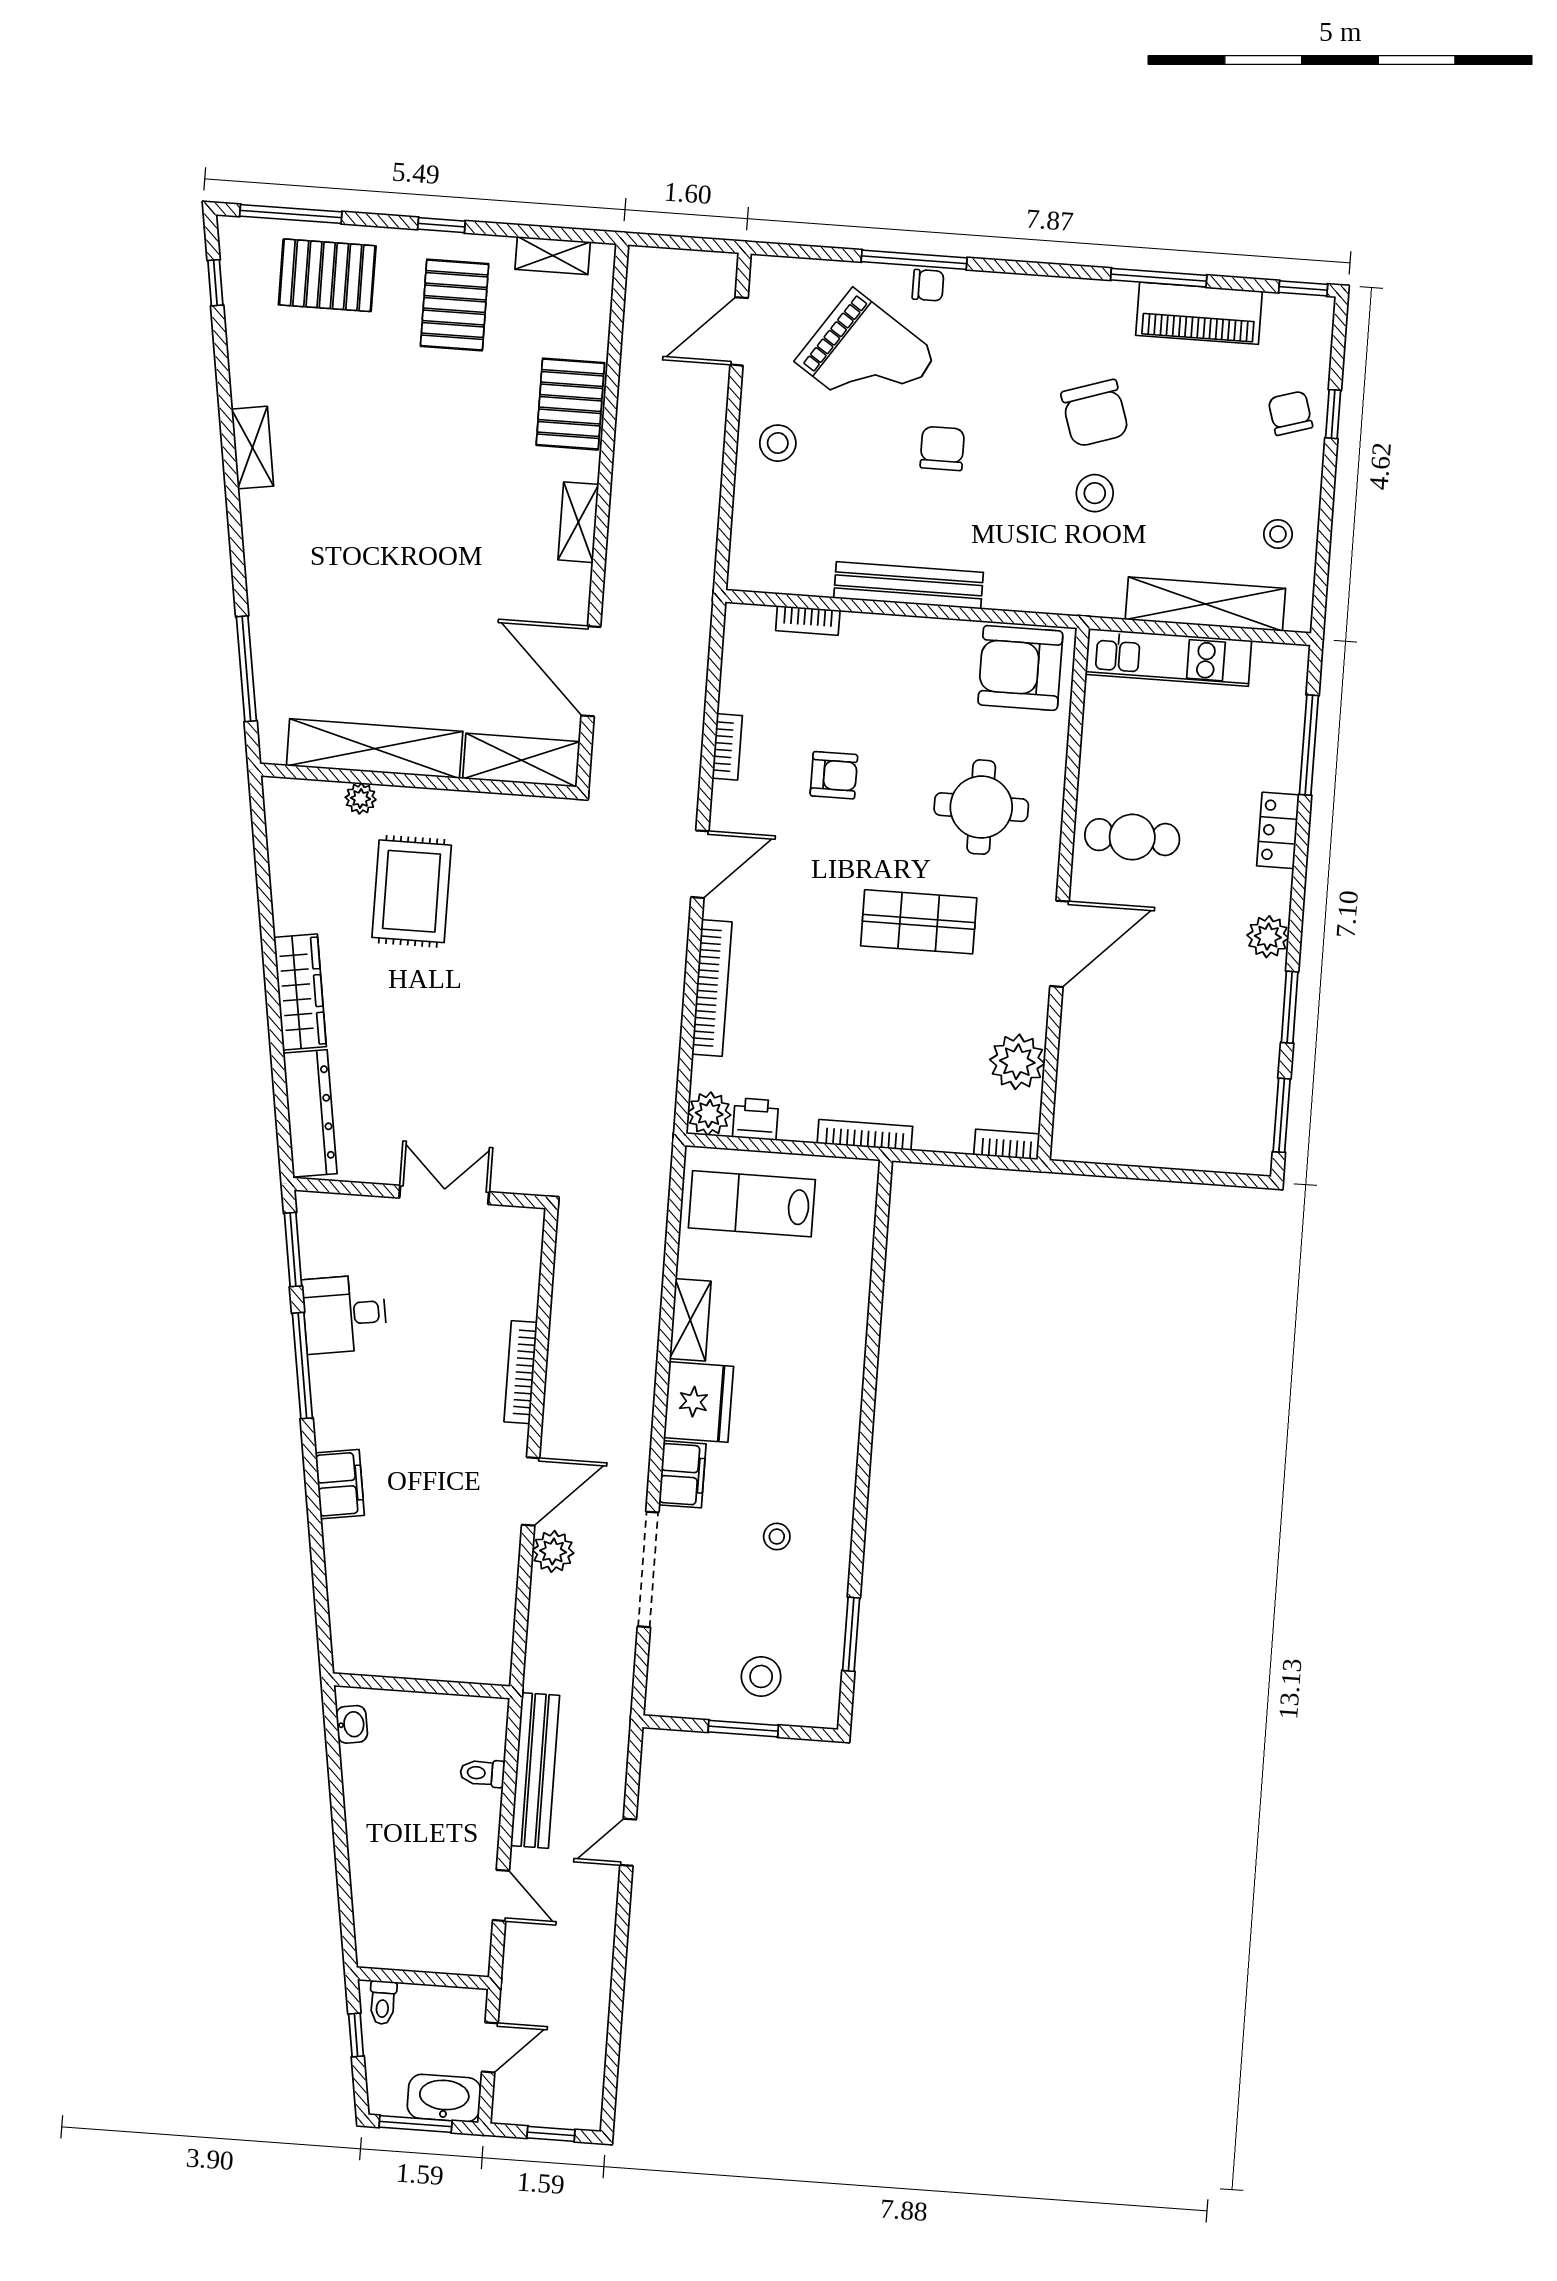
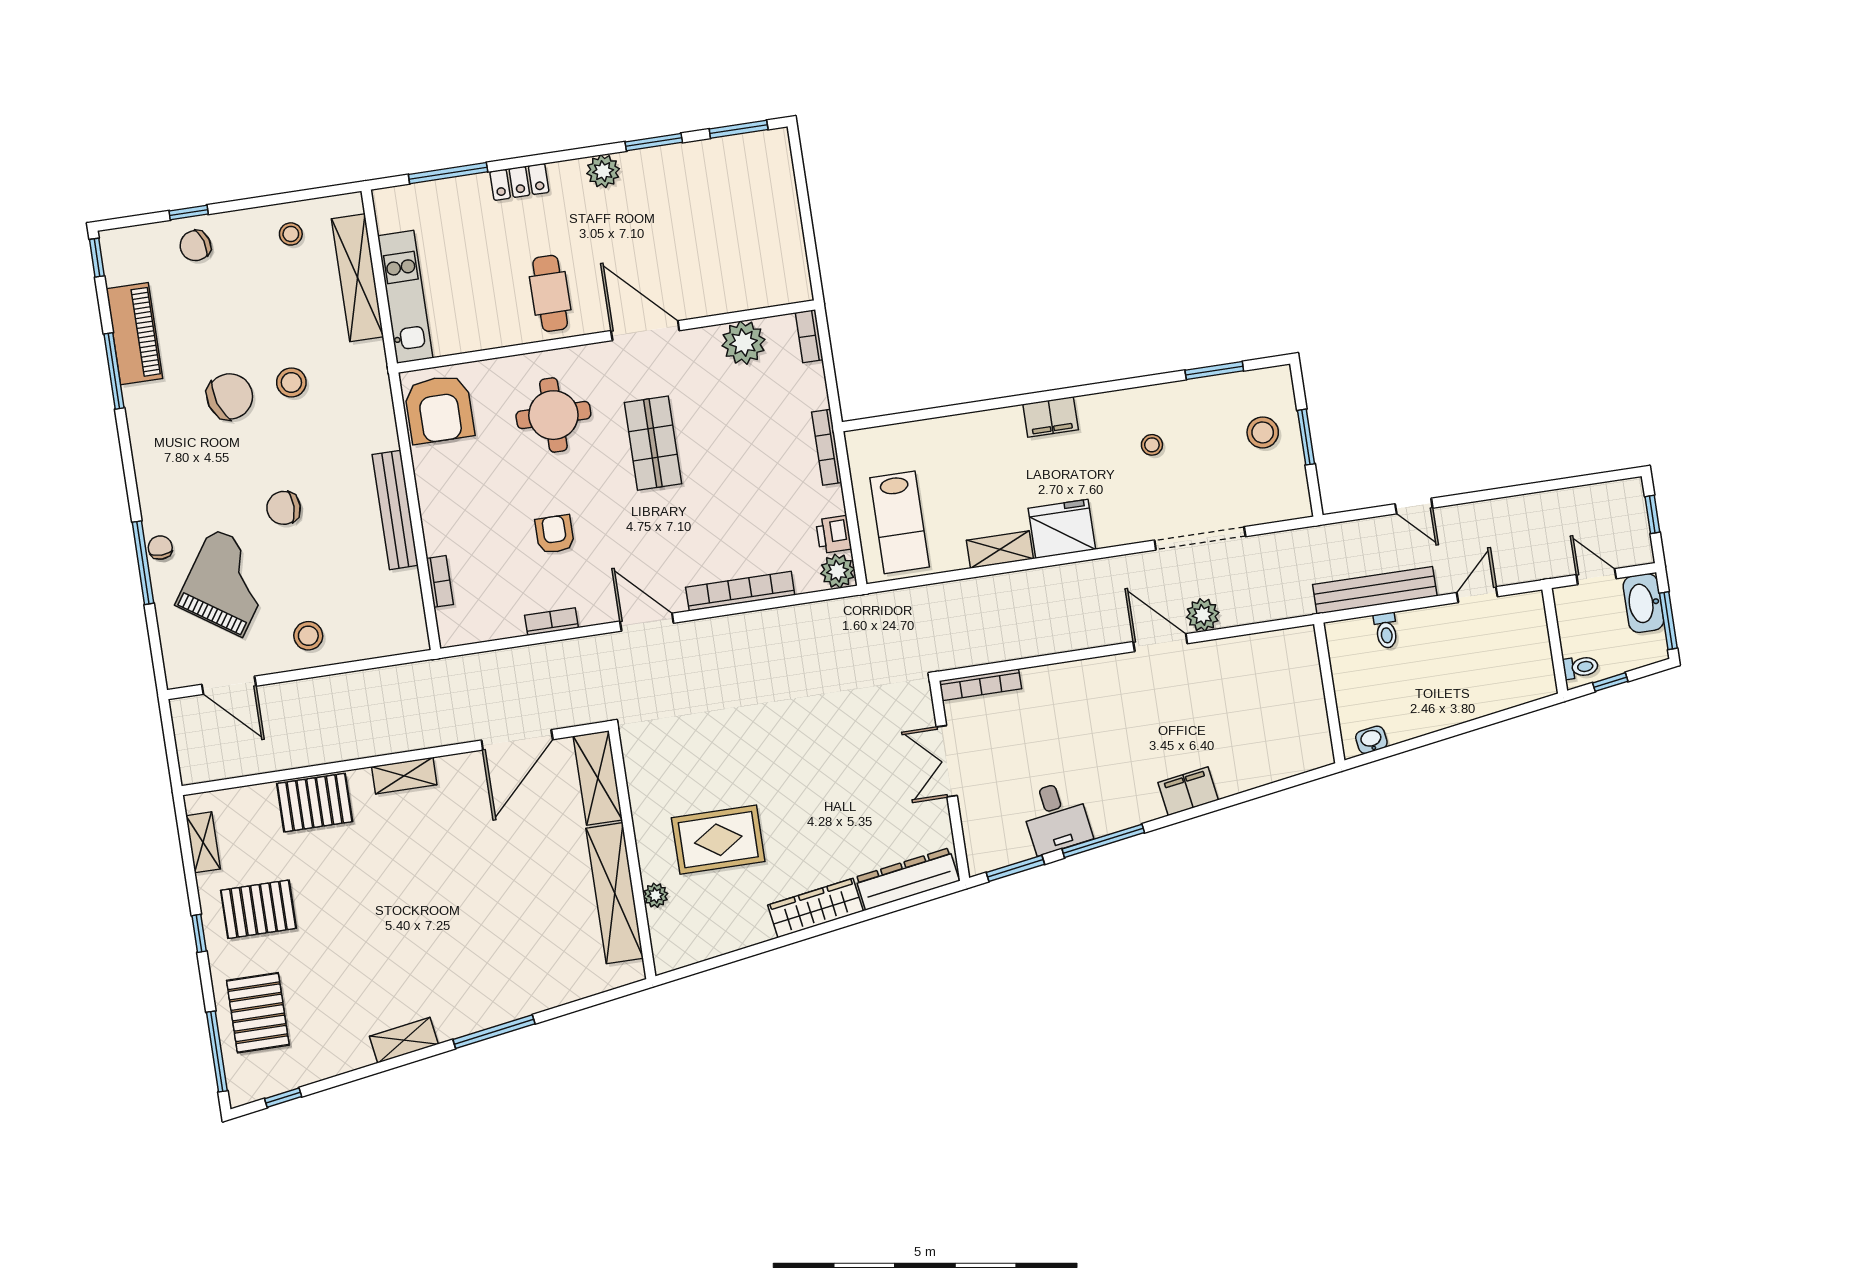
window: (246, 669) -> (494, 1032), moved
bookcase: (521, 1372) -> (980, 685), moved
filing cabinet: (682, 1474) -> (1051, 417), moved, turned 180

